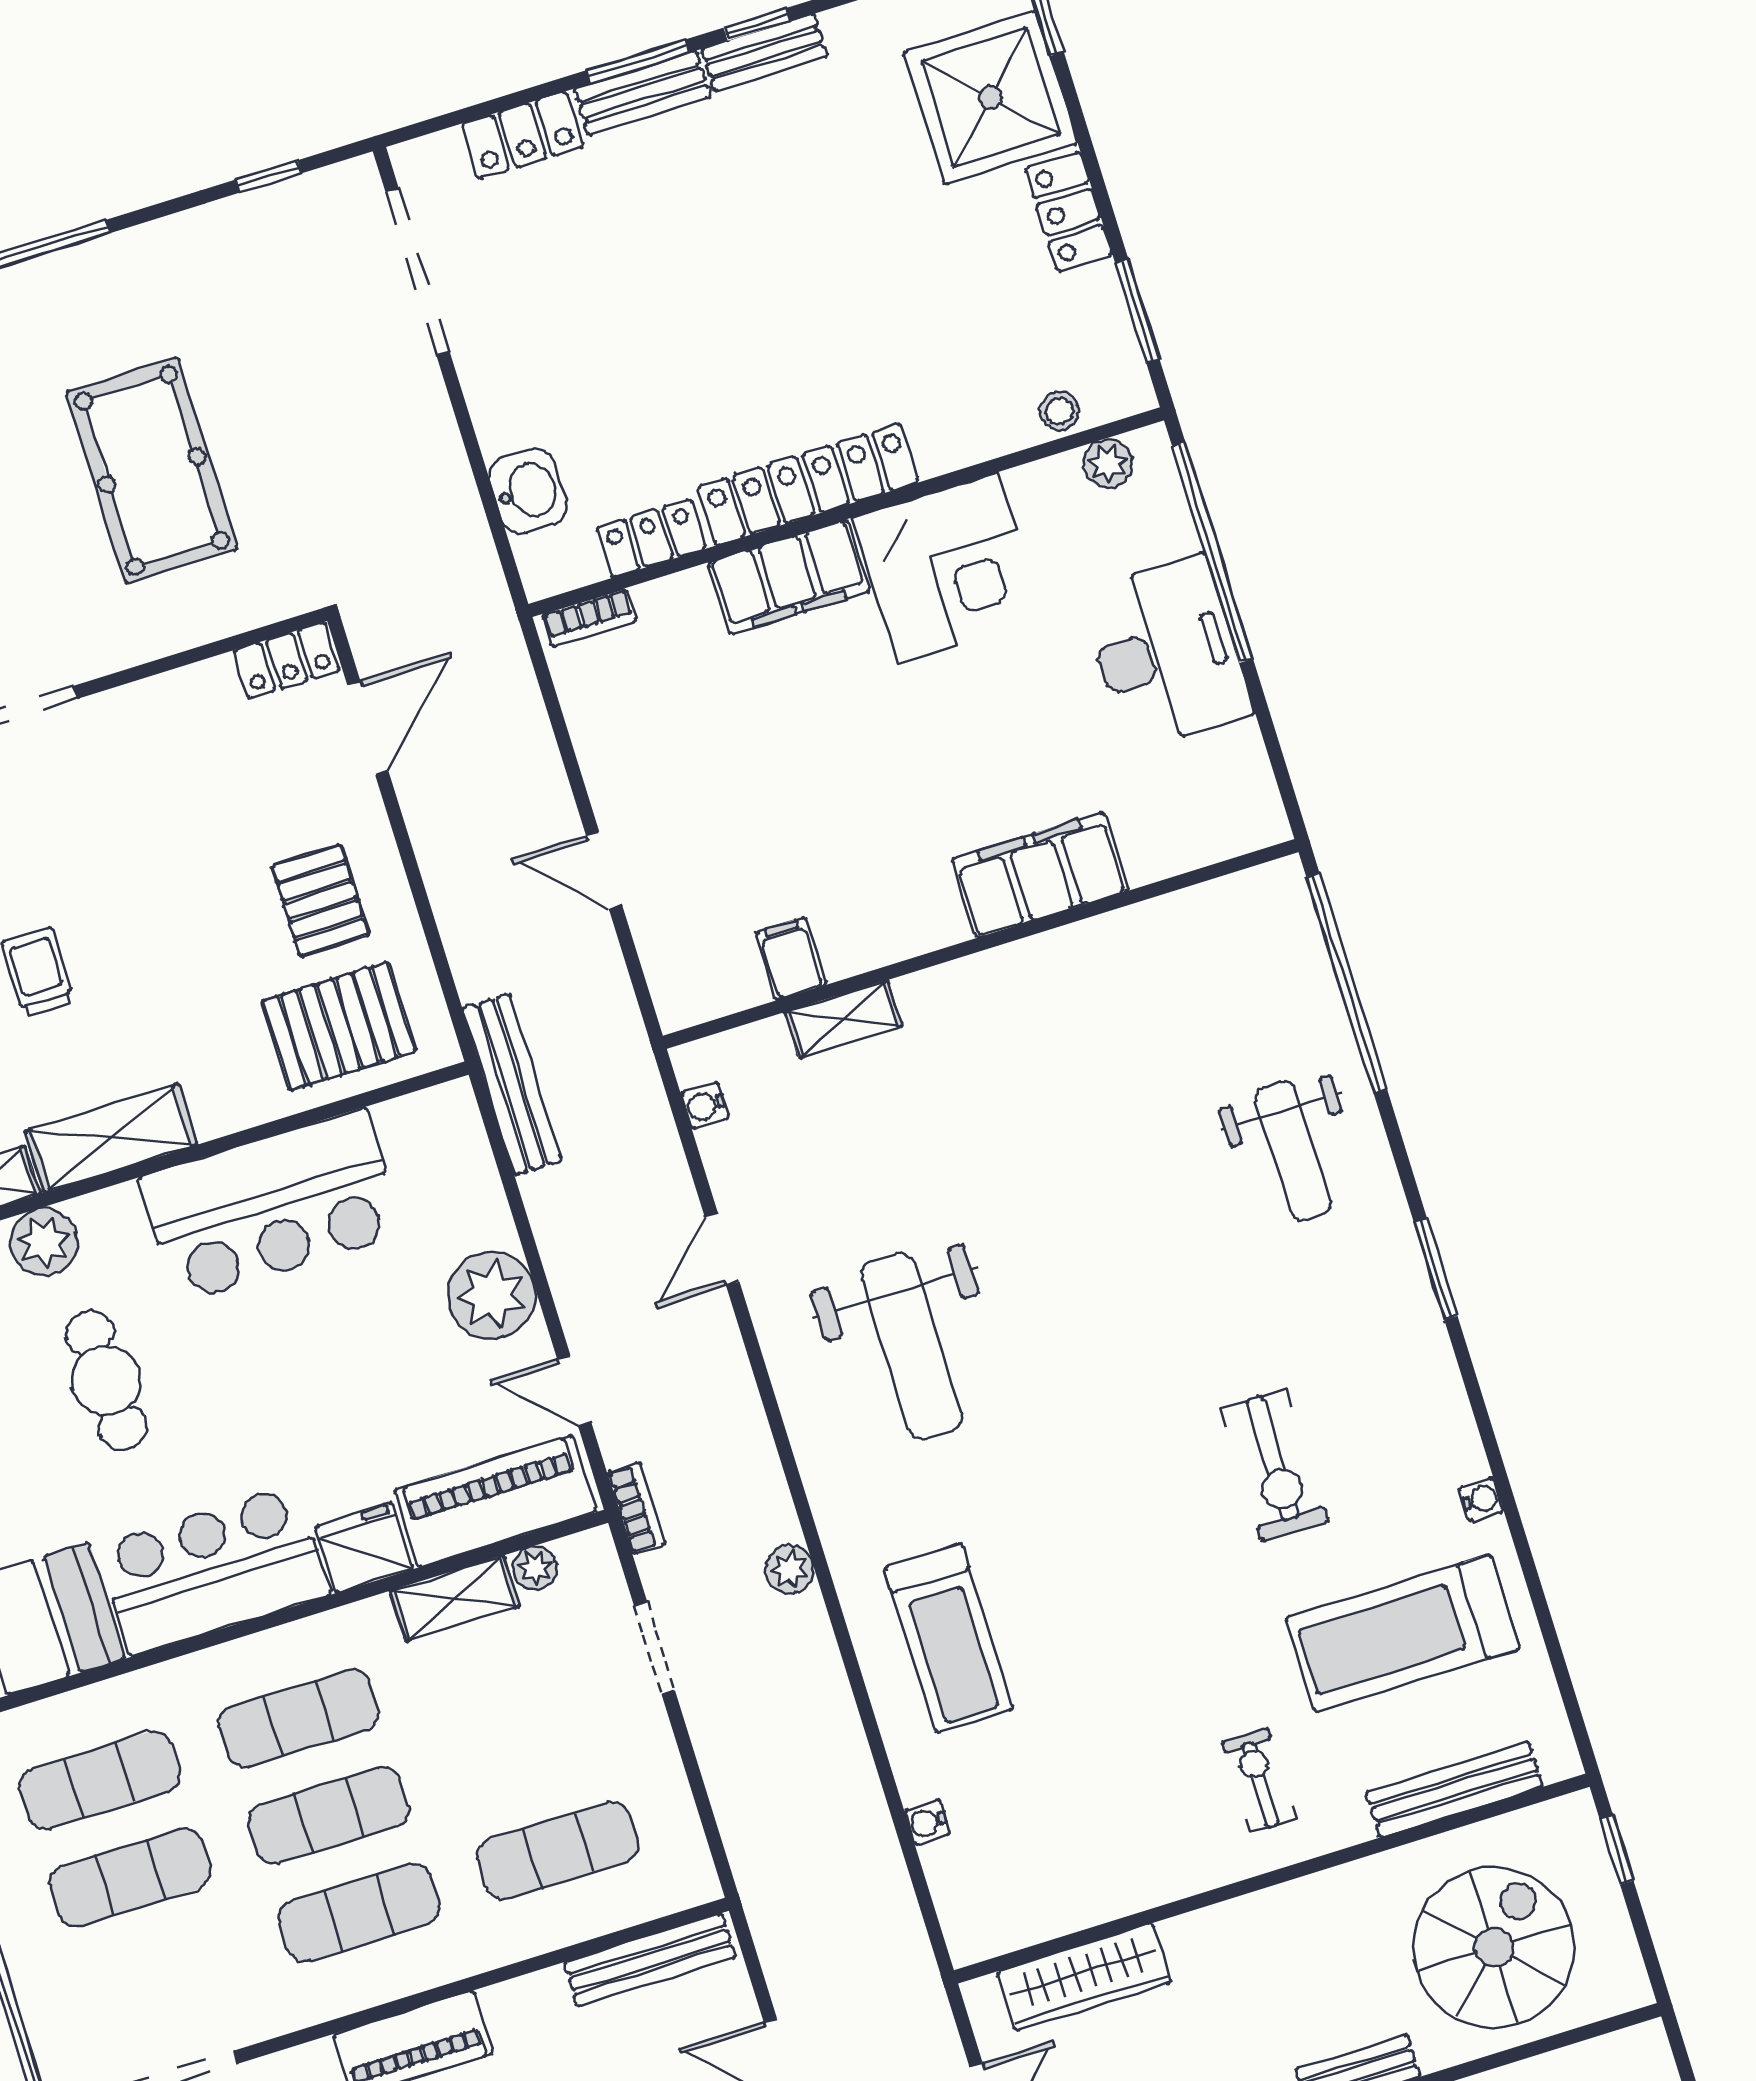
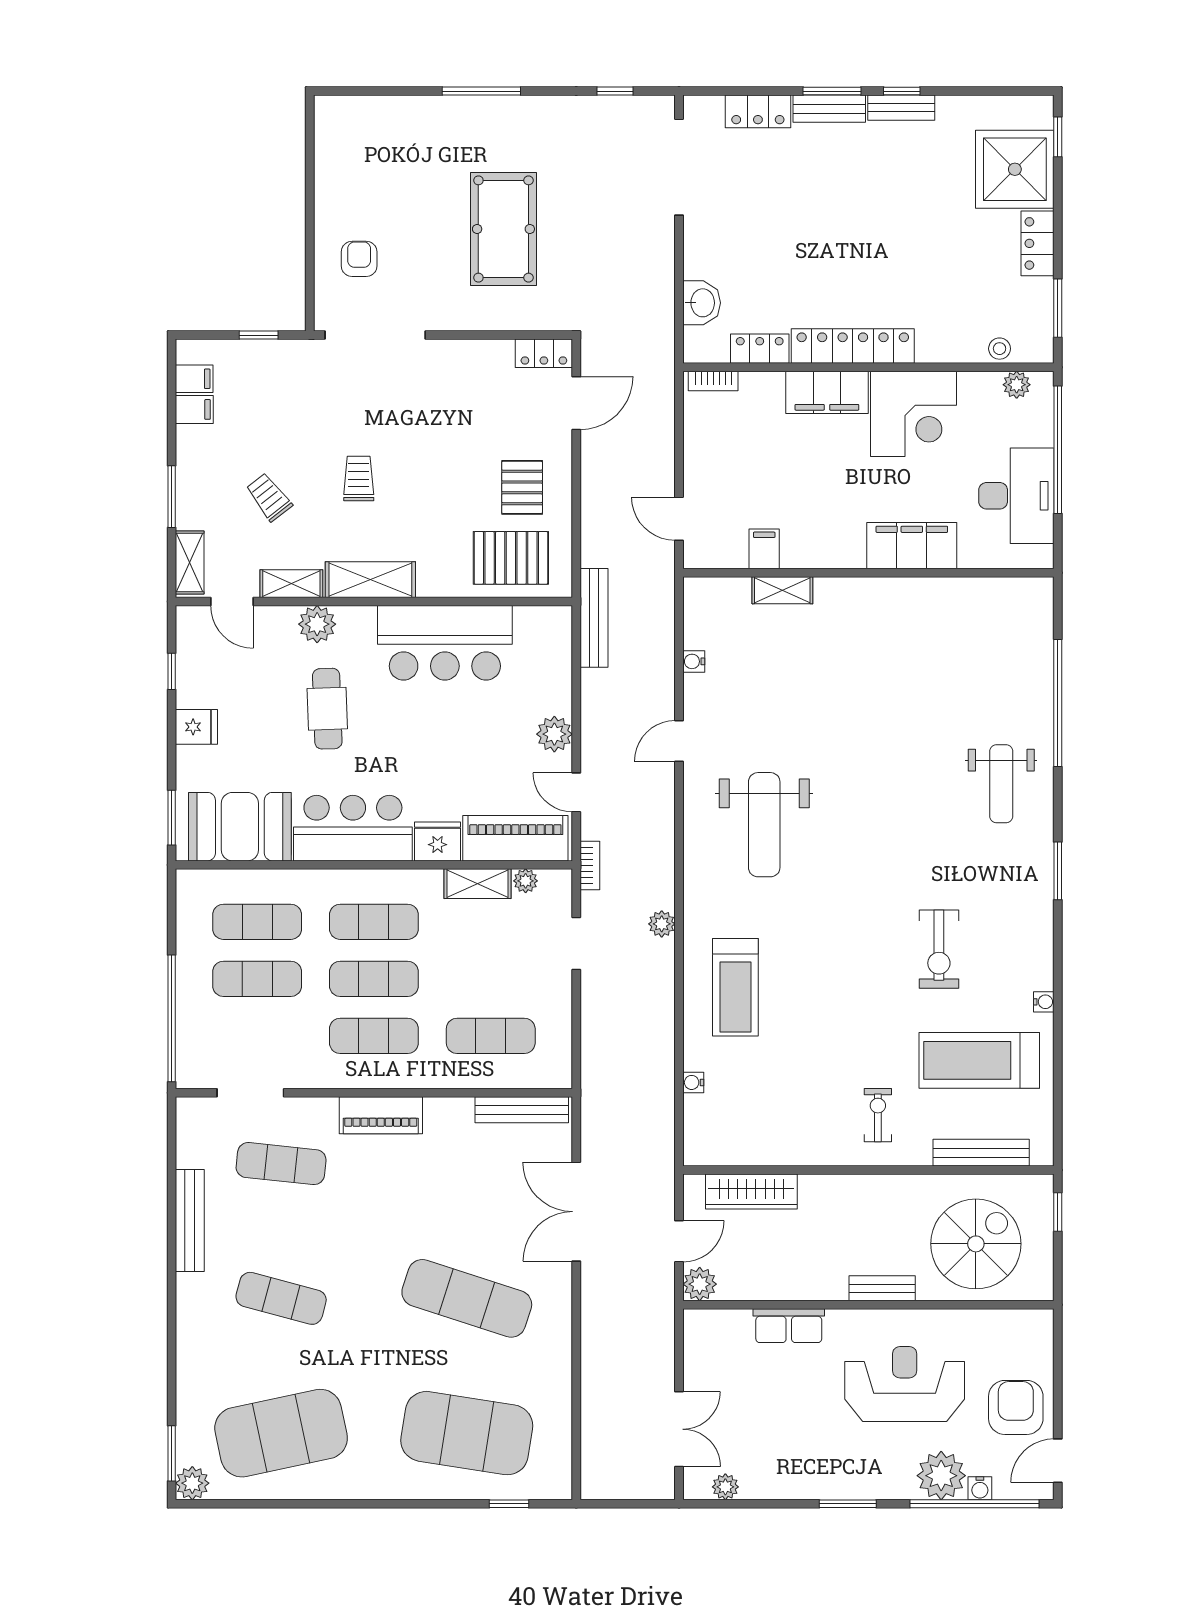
filing cabinet: (1040, 875) -> (912, 546), moved
wall: (981, 944) -> (868, 573), moved
filing cabinet: (791, 959) -> (764, 549), moved
shelving: (843, 1019) -> (782, 590), moved
plant: (492, 1295) -> (554, 734), width x0.73, depth x0.73

